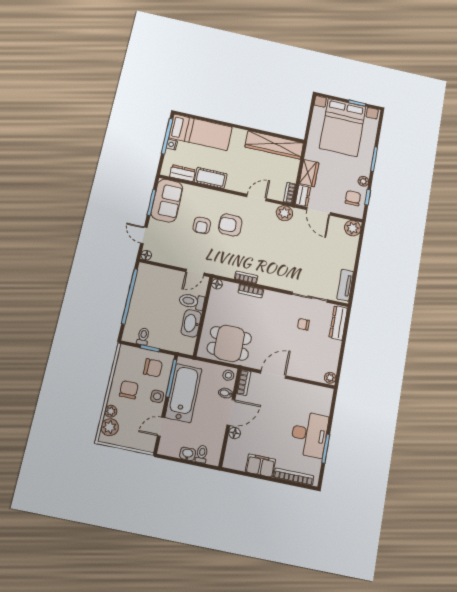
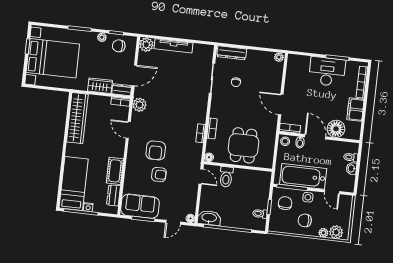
tv unit: (345, 285) -> (174, 46), moved, width x1.41
washbasin: (191, 323) -> (209, 218), moved, turned 180
dining table: (229, 343) -> (244, 145), moved
floor lamp: (235, 433) -> (336, 129), width x1.89, depth x1.89

